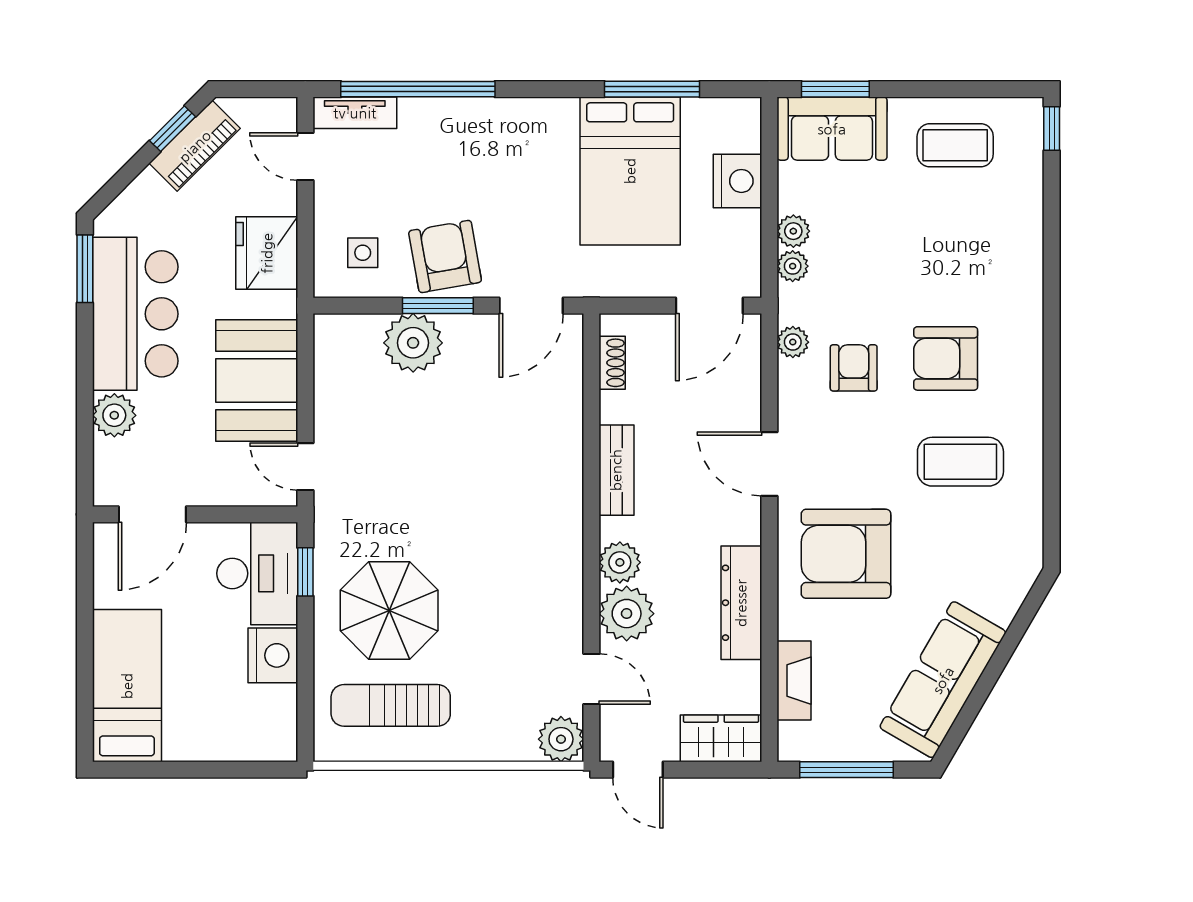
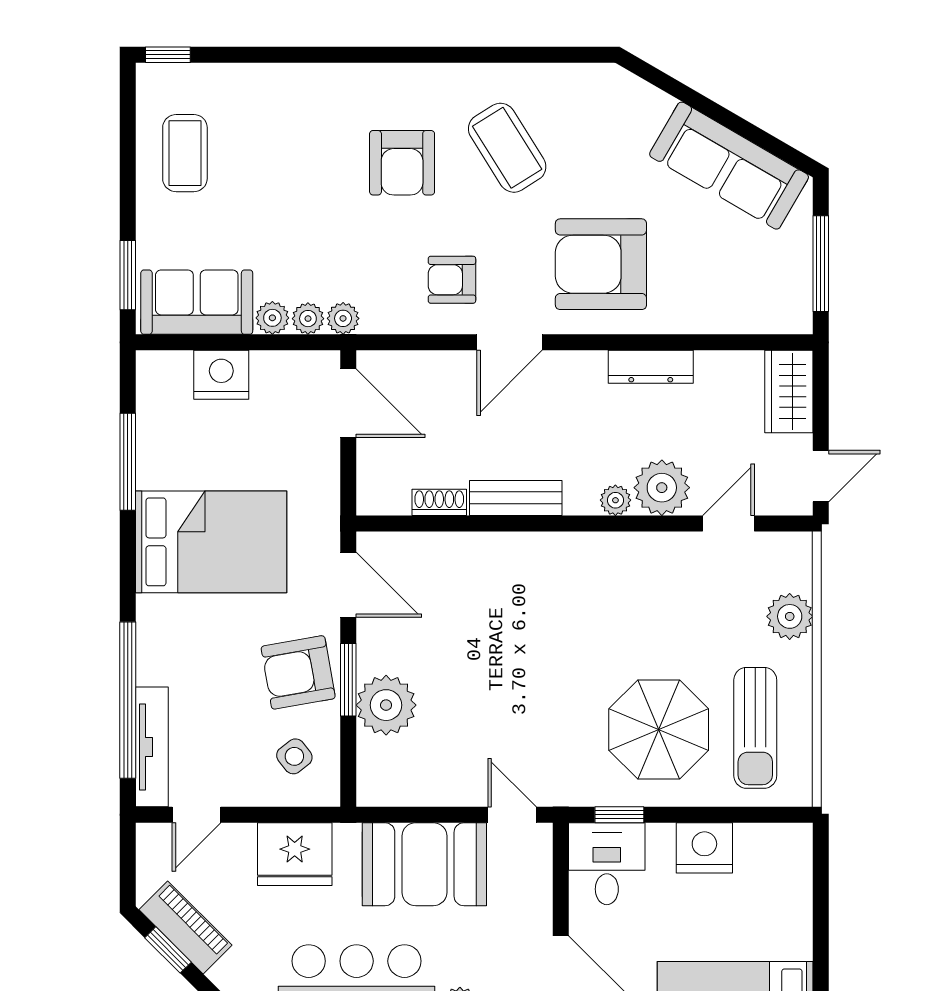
tv unit: (355, 113) -> (152, 747), width x1.41
sofa: (832, 129) -> (197, 302), moved, turned -90
bed: (630, 171) -> (211, 542), moved
side table: (363, 253) -> (294, 756), turned -38
plant: (793, 342) -> (343, 318), moved
shoe rack: (612, 363) -> (439, 502), moved
armchair: (854, 368) -> (452, 280), moved
coffee table: (960, 462) -> (507, 148), turned -32
door: (305, 467) -> (512, 815), swing flipped
armchair: (846, 554) -> (601, 264), turned 90
plant: (620, 562) -> (615, 500), width x0.73, depth x0.73
desk: (257, 573) -> (607, 864), width x0.73
dresser: (741, 603) -> (651, 367), width x0.73, depth x0.80
fireplace: (794, 681) -> (730, 317), removed
plant: (561, 739) -> (790, 616), moved

